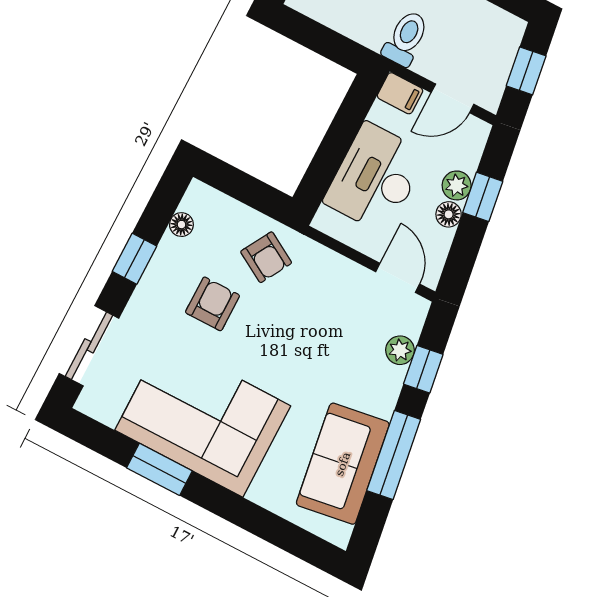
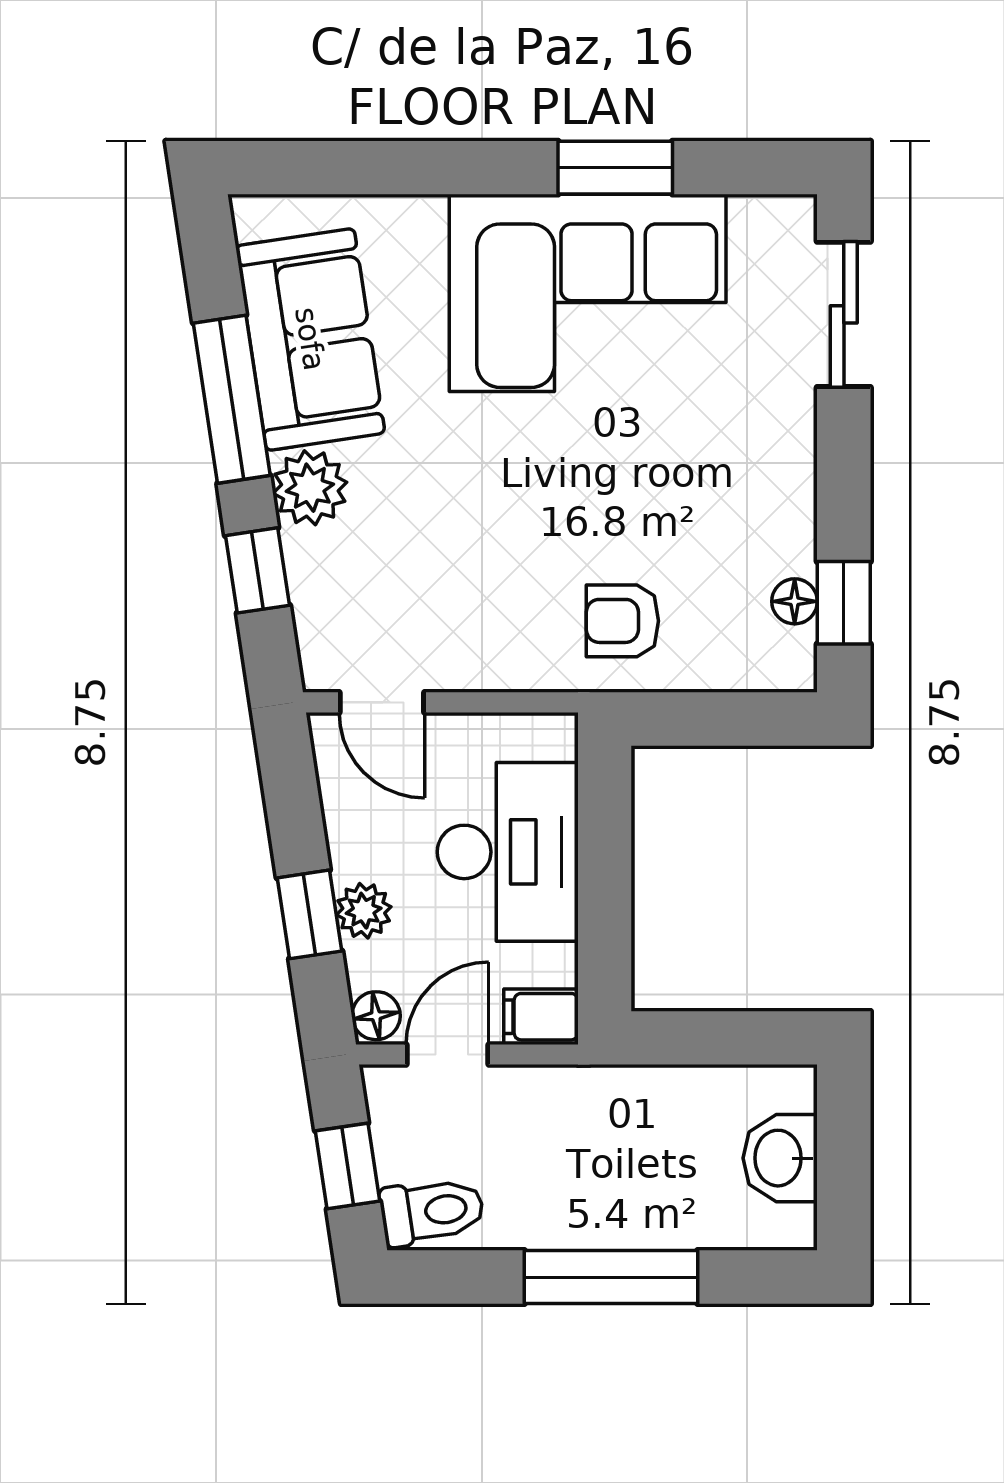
toilet: (406, 38) -> (432, 1211), moved, turned -99
floor lamp: (449, 214) -> (376, 1016), moved
armchair: (266, 257) -> (622, 621), turned -30
window: (134, 259) -> (844, 603), moved
armchair: (212, 304) -> (672, 495), removed
plant: (400, 350) -> (310, 488), moved, width x1.38, depth x1.38

